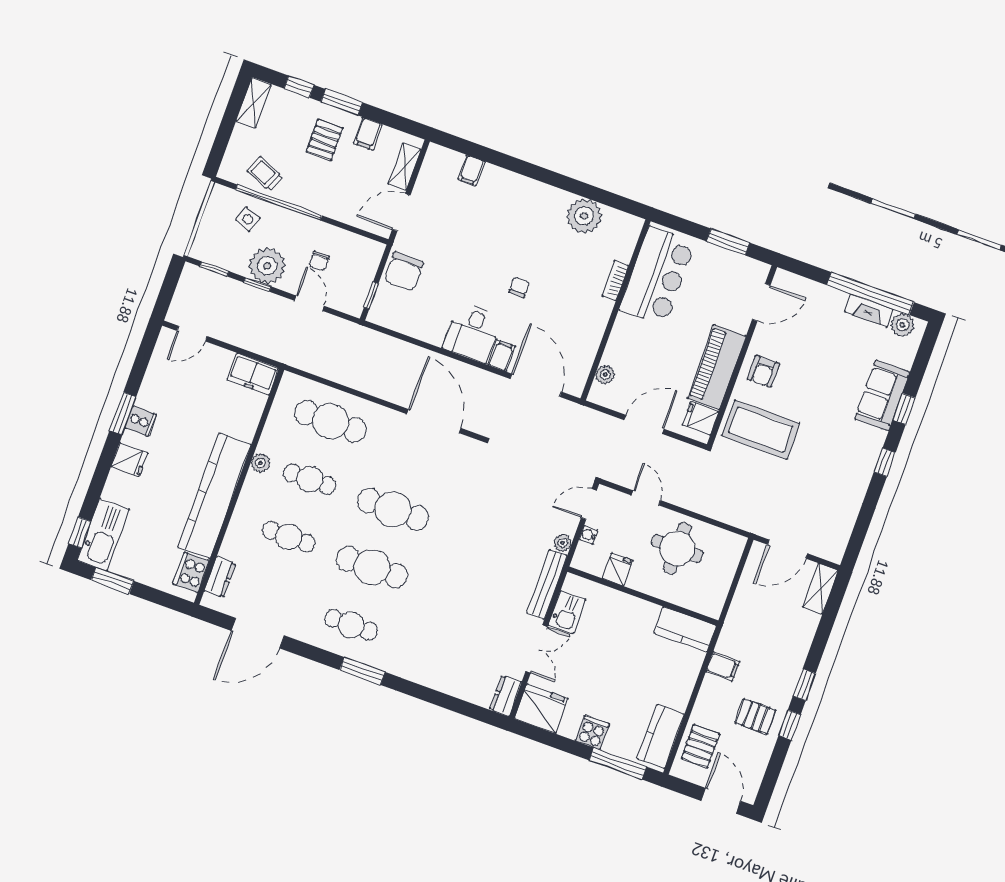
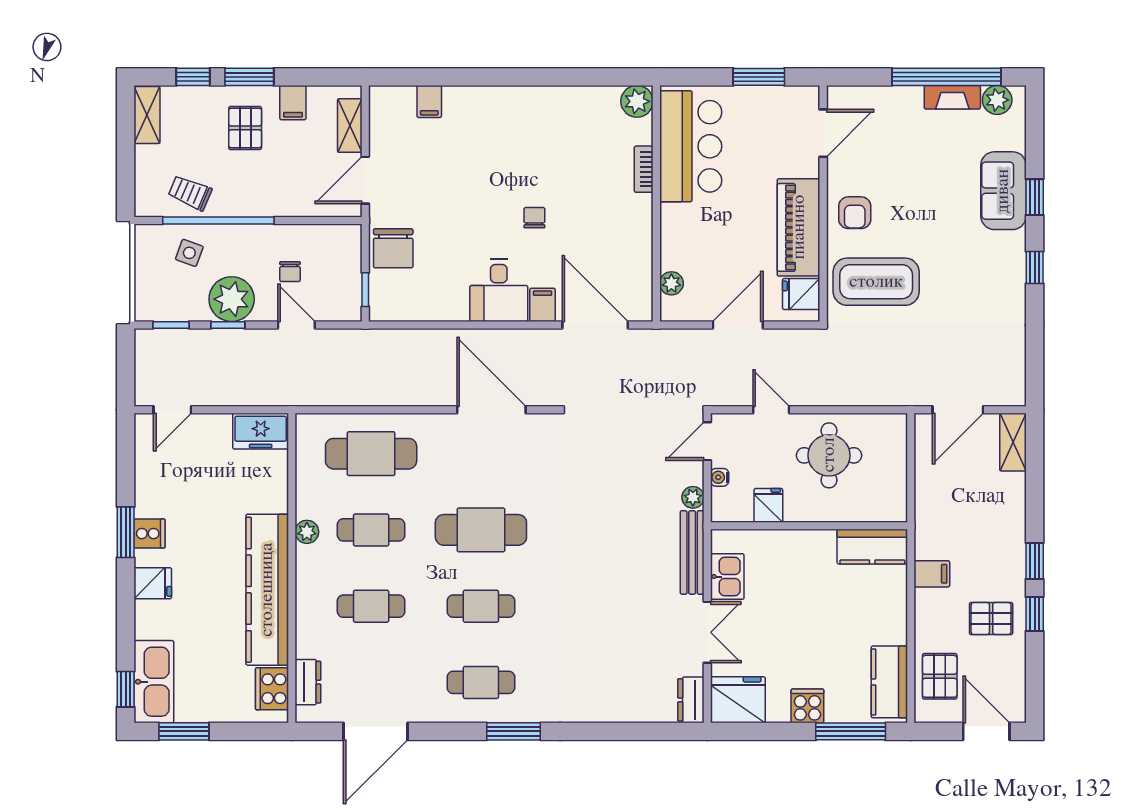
plant: (584, 216) -> (637, 101), moved, width x0.73, depth x0.73
cafe table: (372, 567) -> (481, 606), width x0.73, depth x0.74

